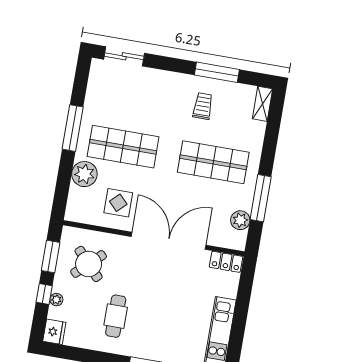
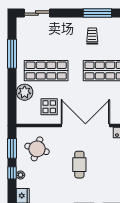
window: (73, 128) -> (12, 54), moved
round table: (89, 264) -> (37, 149), turned -30
cafe table: (116, 316) -> (79, 165), moved

